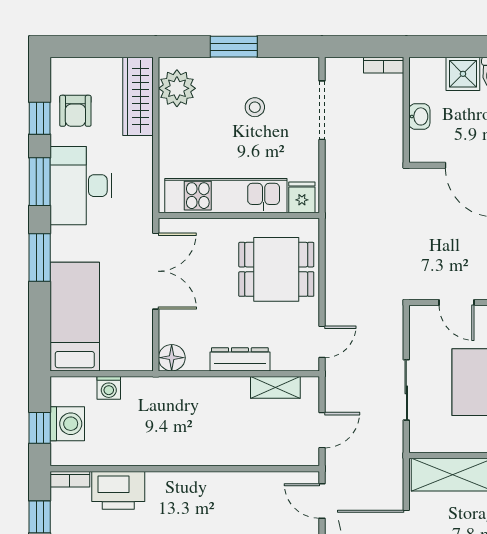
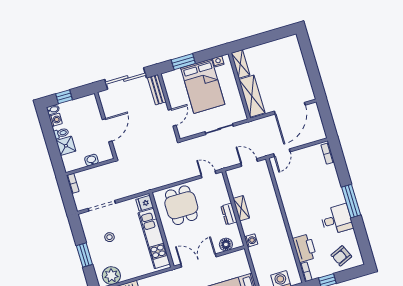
floor lamp: (172, 358) -> (226, 244), moved
dresser: (240, 359) -> (229, 214), width x0.70
shelving: (275, 387) -> (241, 208), moved
washing machine: (109, 388) -> (251, 240), moved

